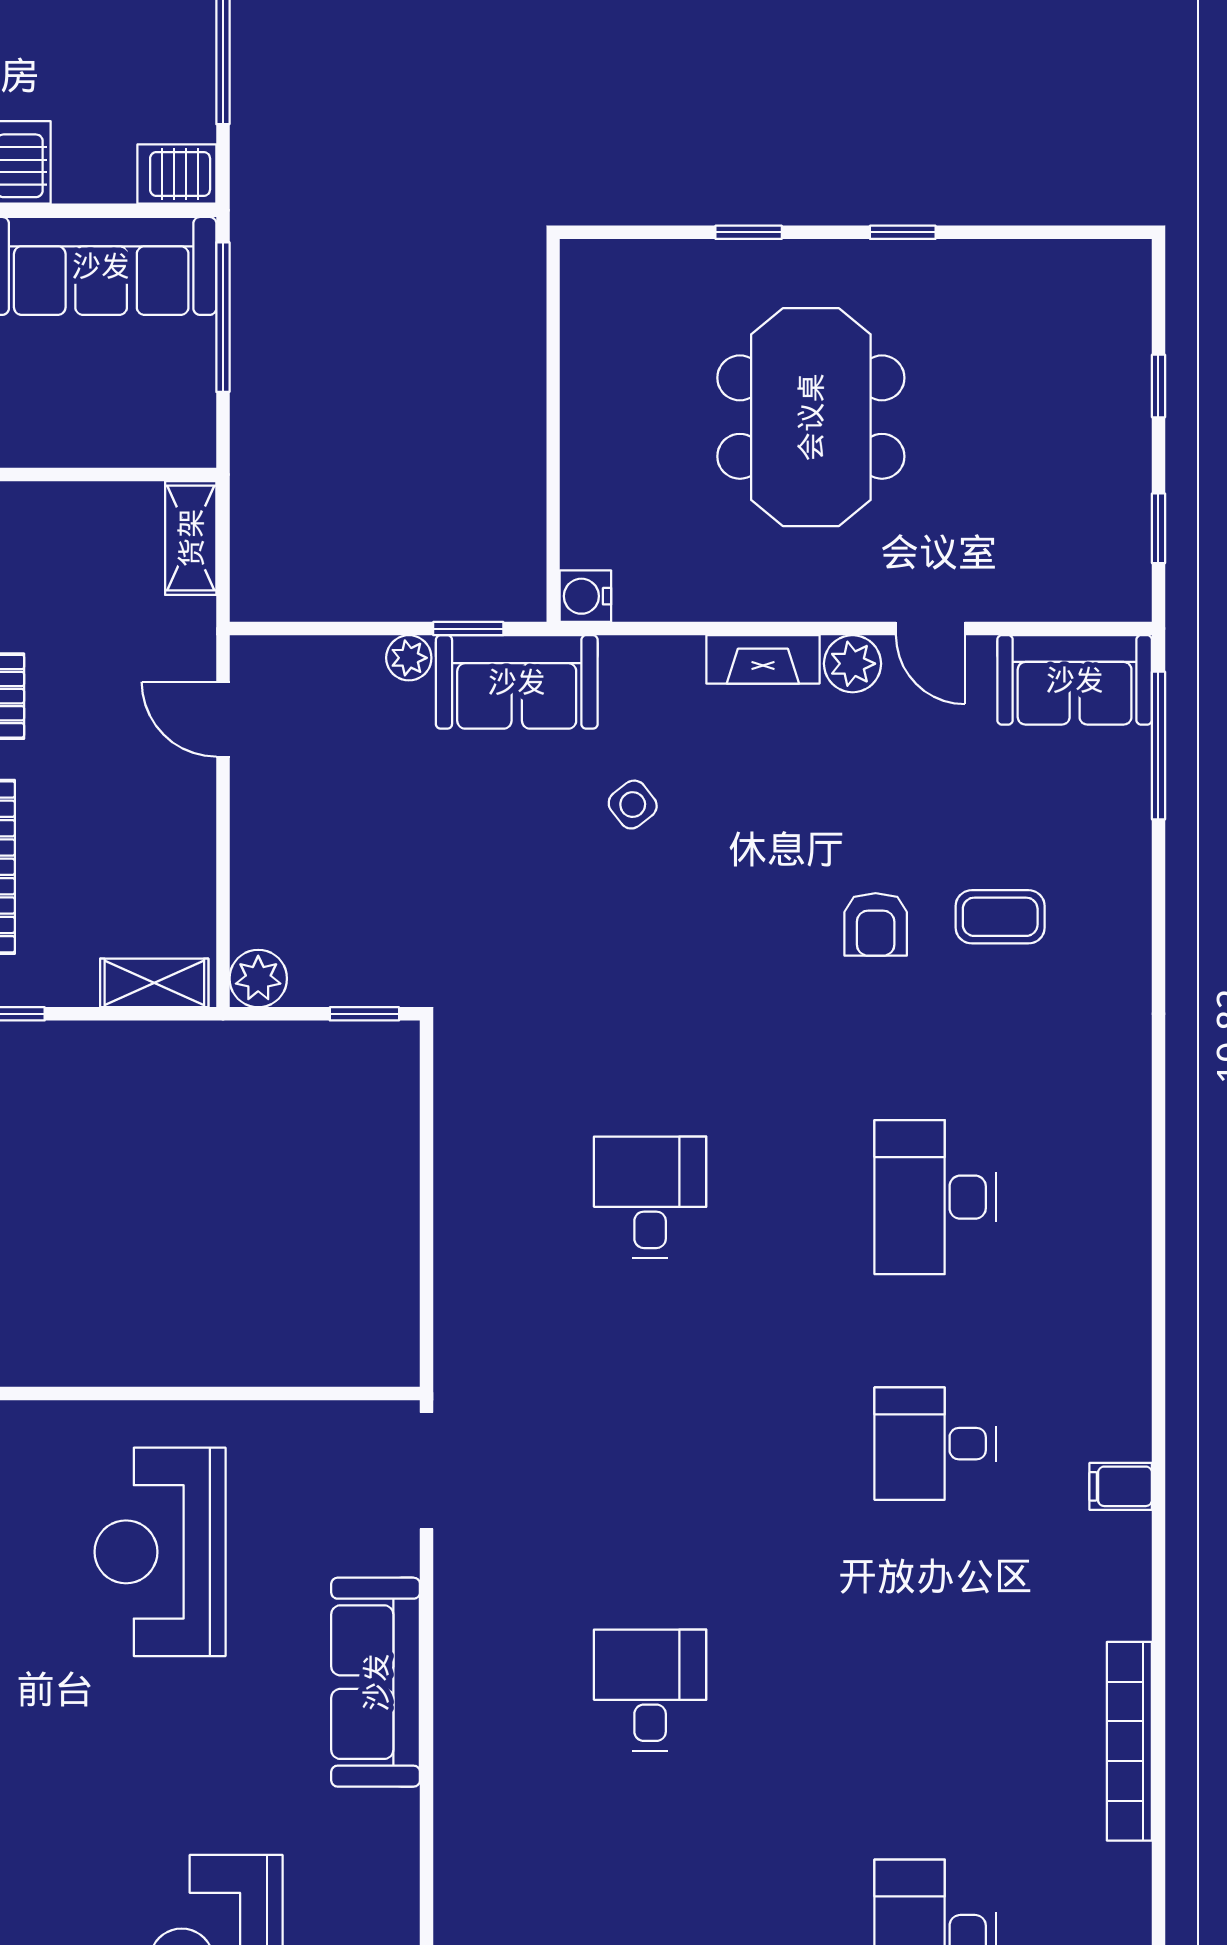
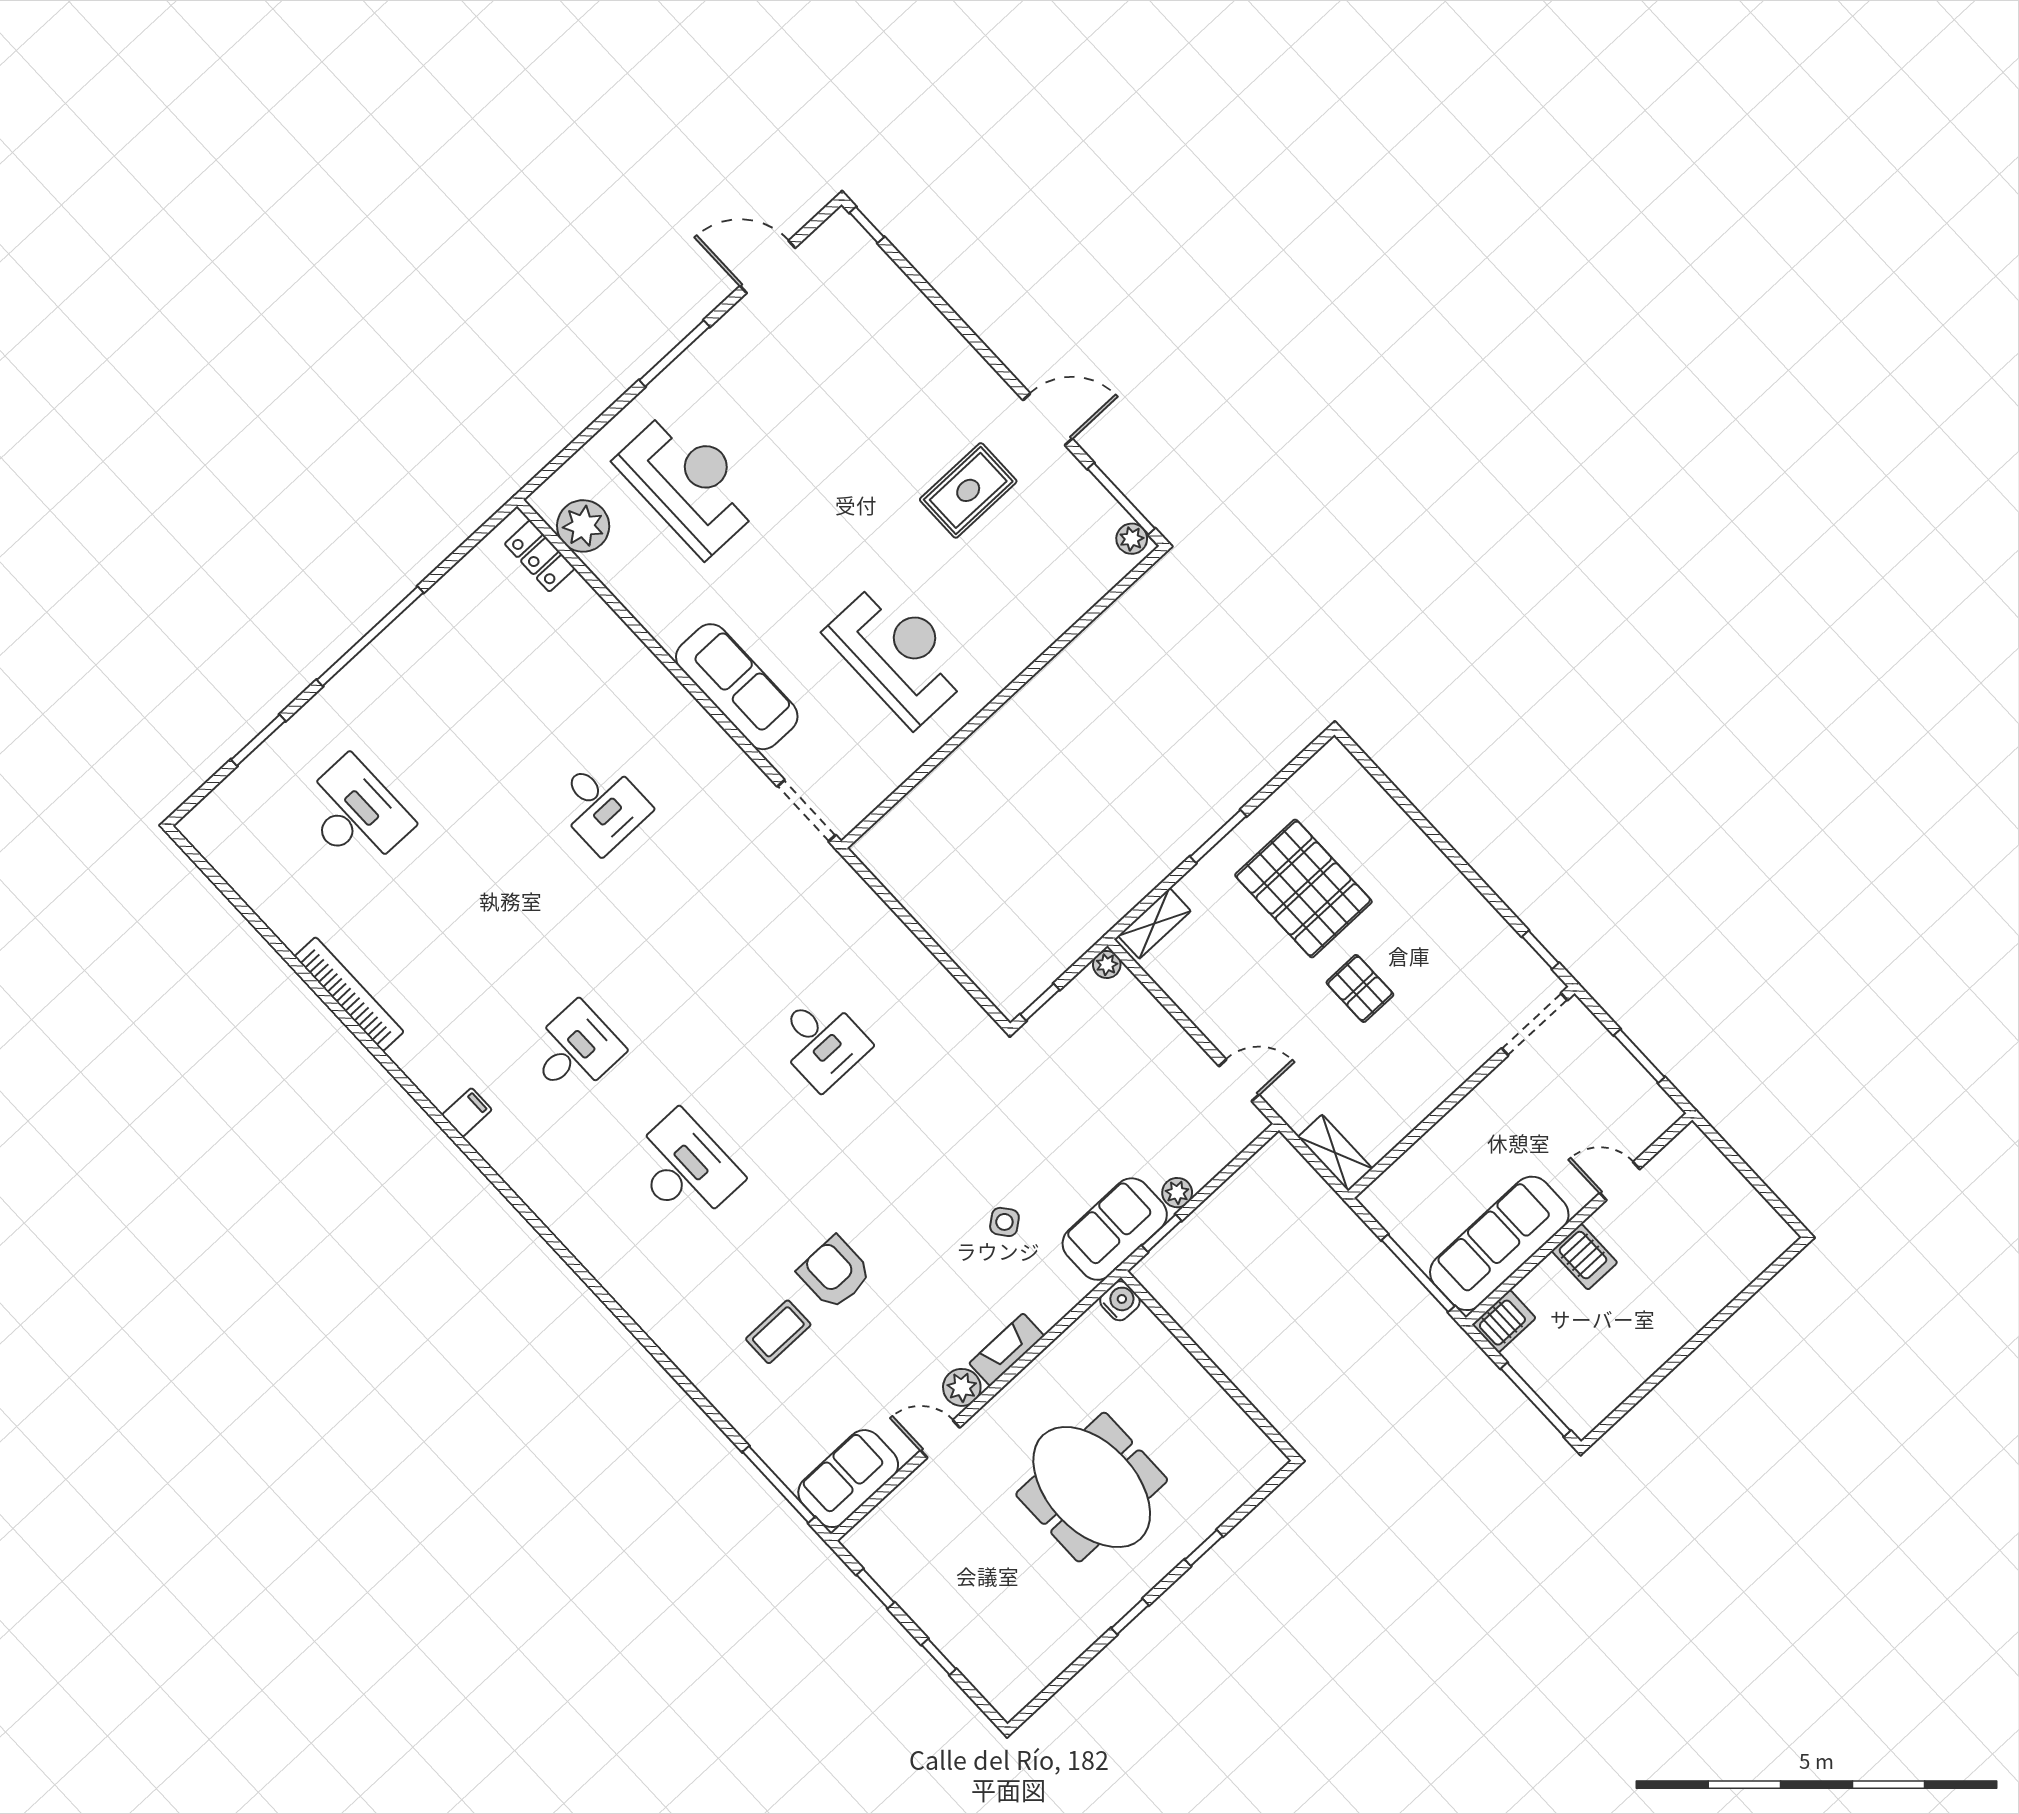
armchair: (876, 924) -> (835, 1273), width x1.38, depth x1.38
plant: (258, 979) -> (1107, 965), width x0.73, depth x0.73

